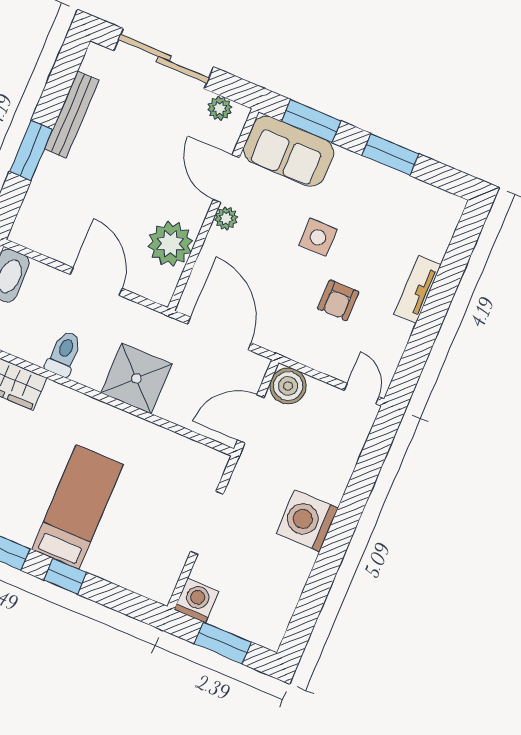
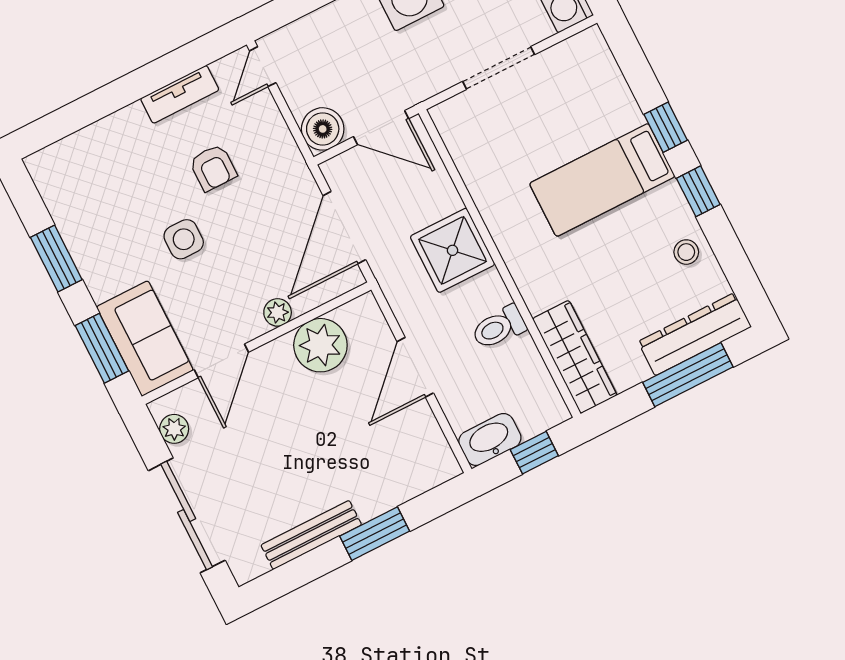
plant: (226, 218) -> (278, 312), moved
tv unit: (417, 289) -> (180, 94), moved
armchair: (338, 300) -> (213, 168), turned 90

